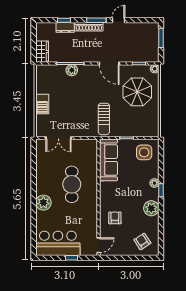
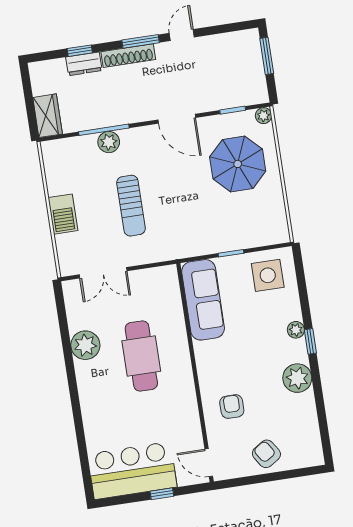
sun lounger: (104, 119) -> (131, 206), moved
plant: (43, 203) -> (85, 345), moved
armchair: (142, 241) -> (266, 454), moved
door: (98, 245) -> (209, 463), swing flipped

